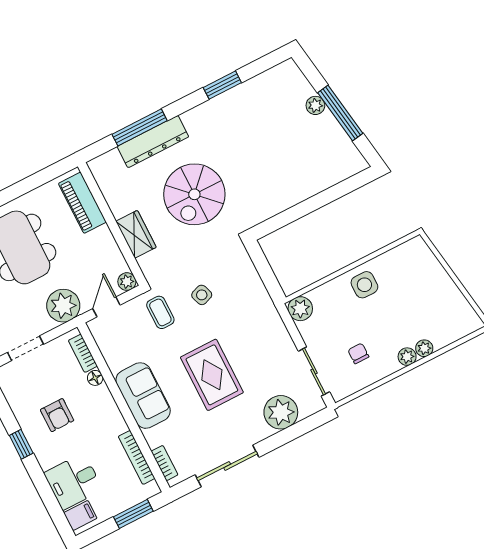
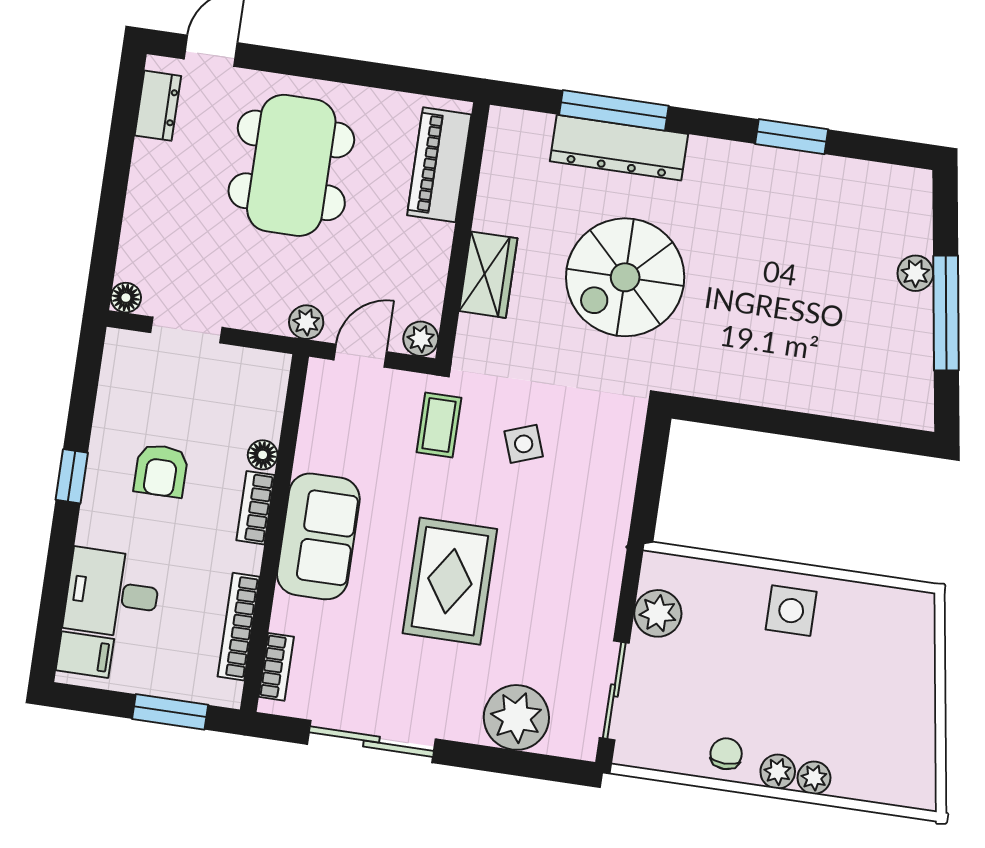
plant: (63, 306) -> (306, 322), width x0.53, depth x0.53
plant: (300, 309) -> (658, 613), moved
bookcase: (83, 353) -> (256, 508), moved
chair: (358, 353) -> (726, 754), moved

